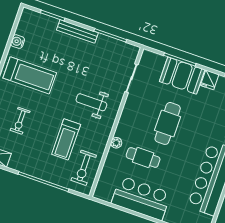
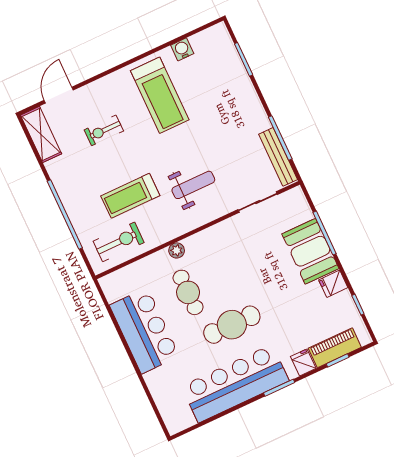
bench: (77, 31) -> (278, 157), moved
weight bench: (91, 102) -> (193, 185), turned 90
cafe table: (168, 123) -> (232, 325), moved
exercise bike: (84, 168) -> (119, 242), turned 180

